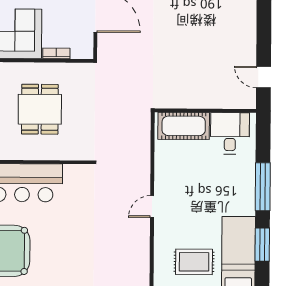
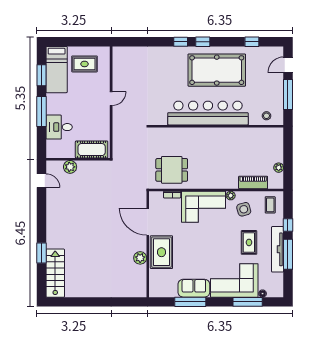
plant: (218, 99) -> (70, 167), added
dining table: (40, 109) -> (172, 170), moved, turned 90
desk: (230, 133) -> (59, 127), moved, turned 90

